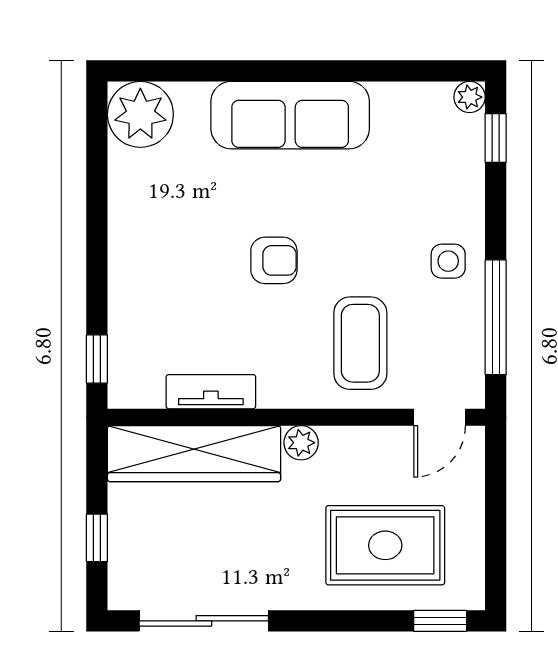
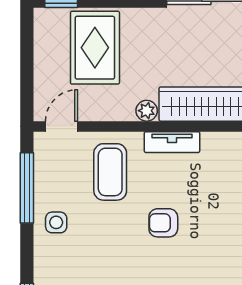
tv unit: (211, 392) -> (172, 142), moved
rug: (385, 545) -> (95, 48), turned 90

